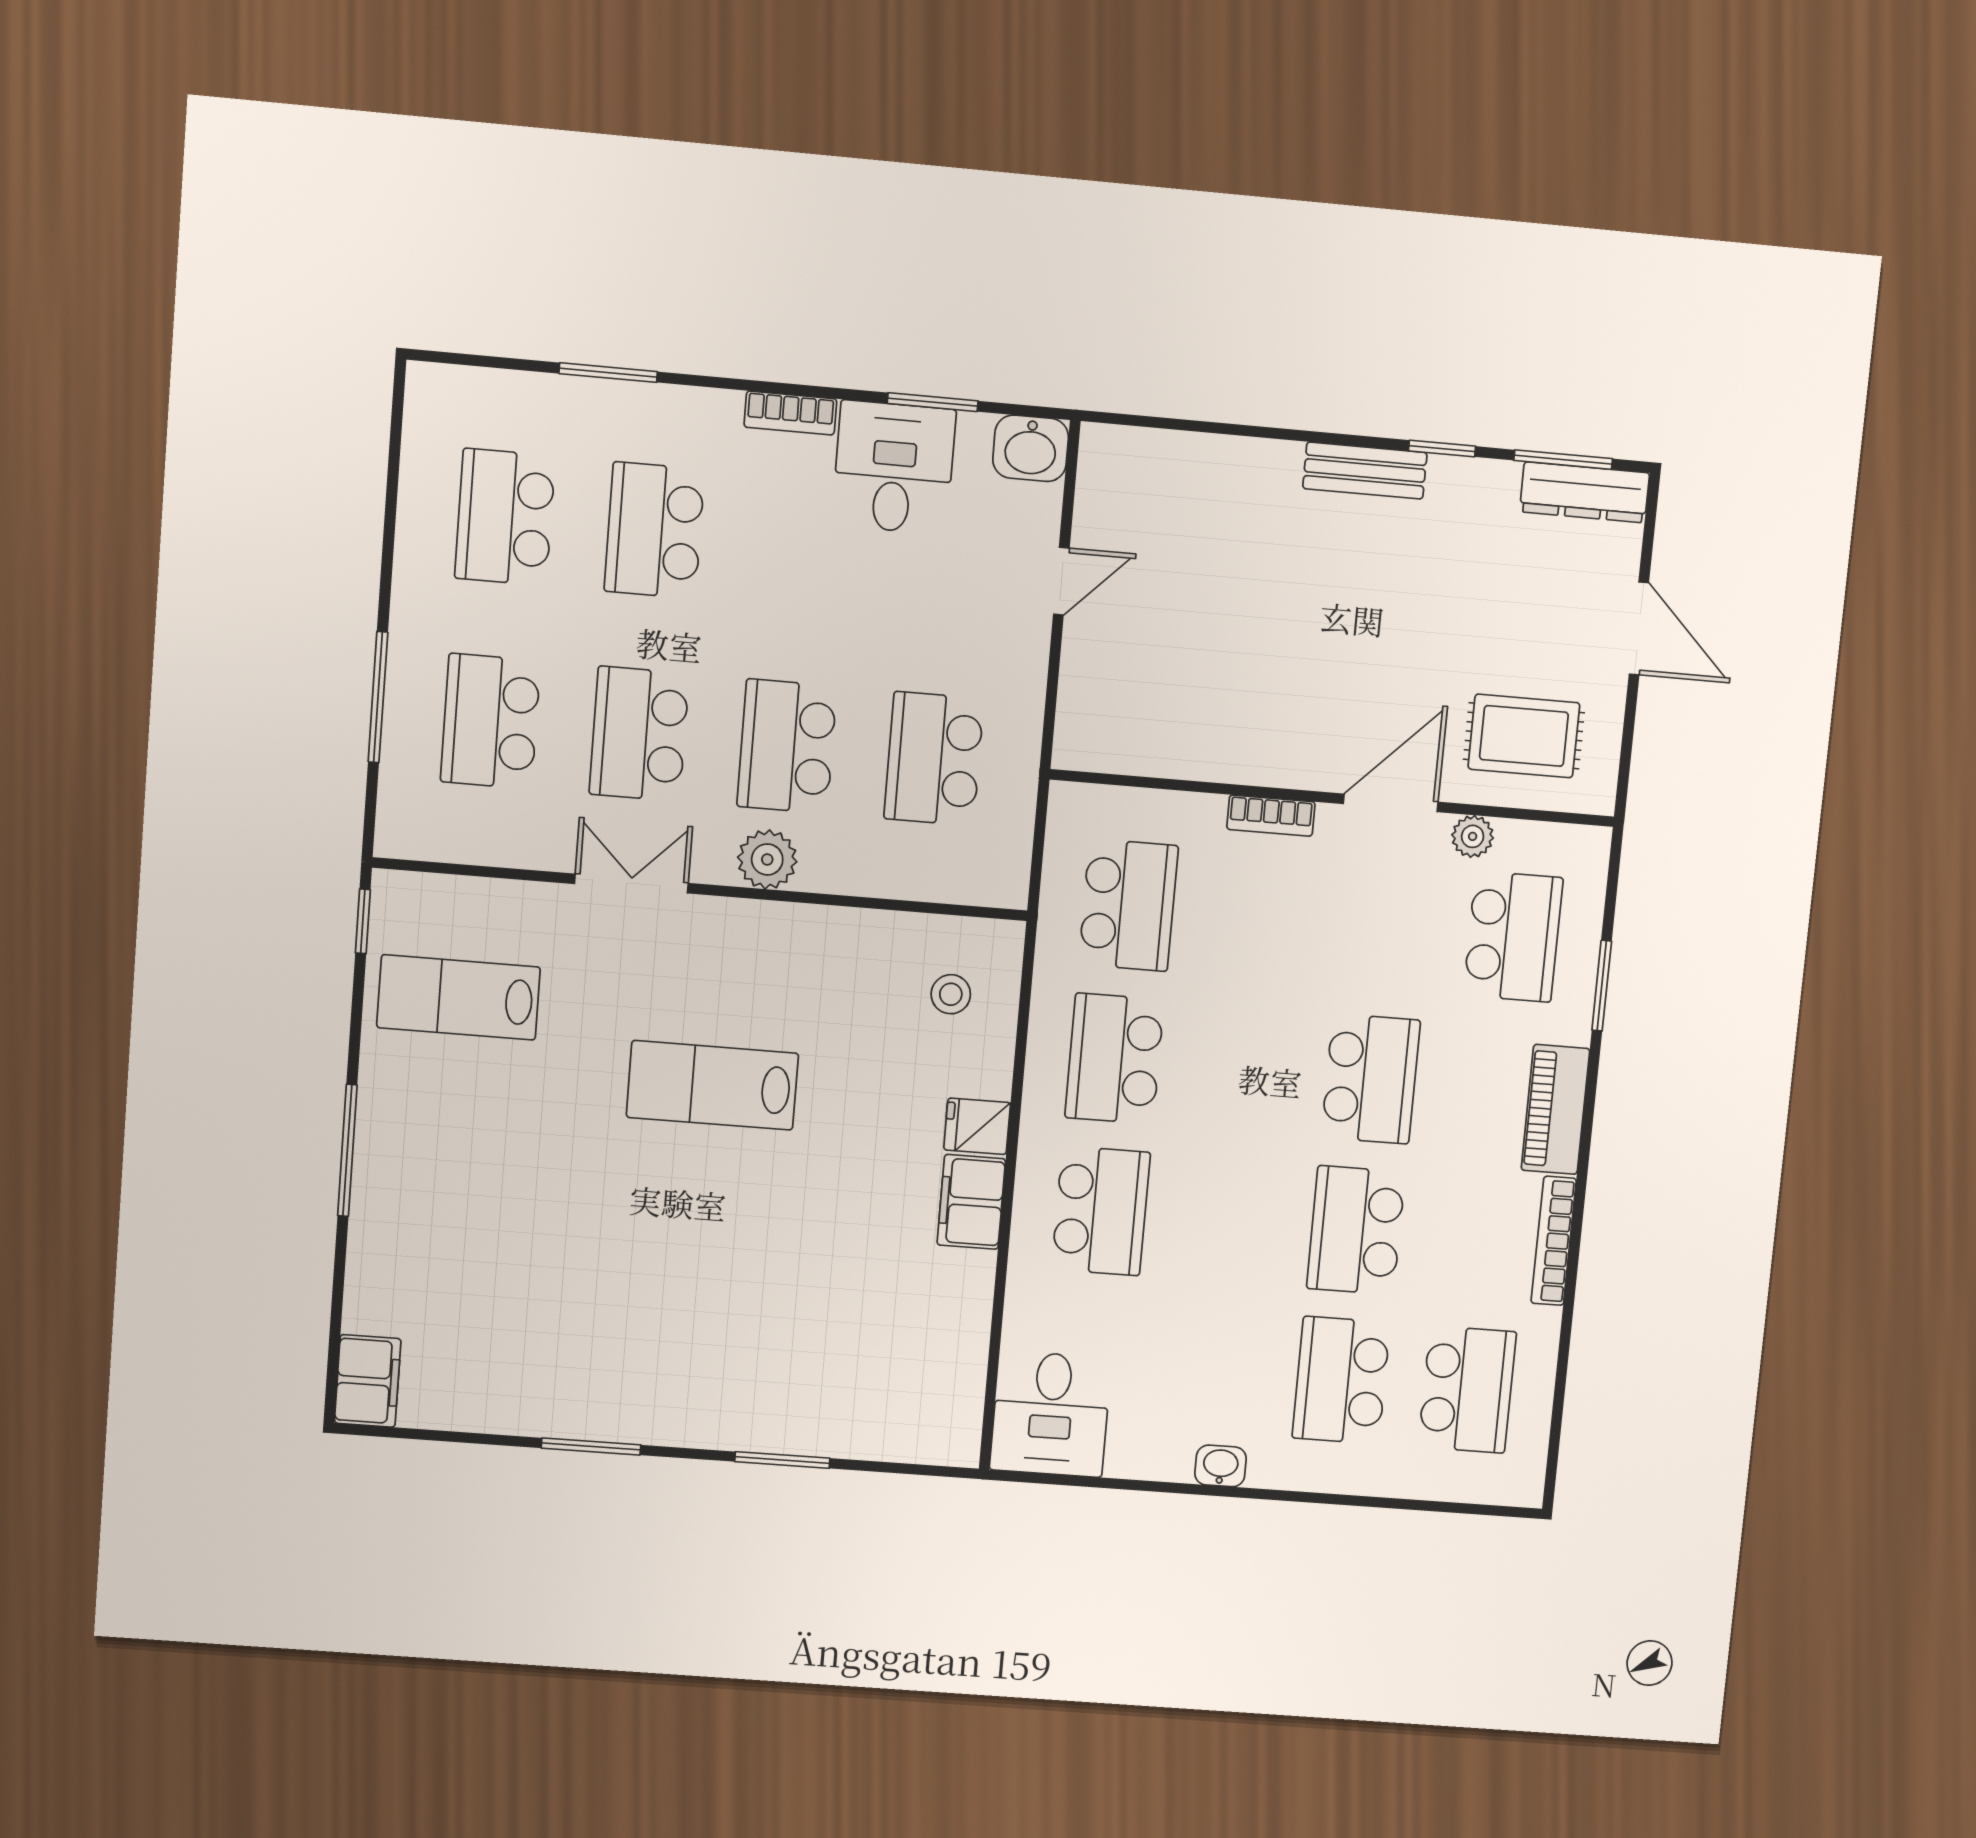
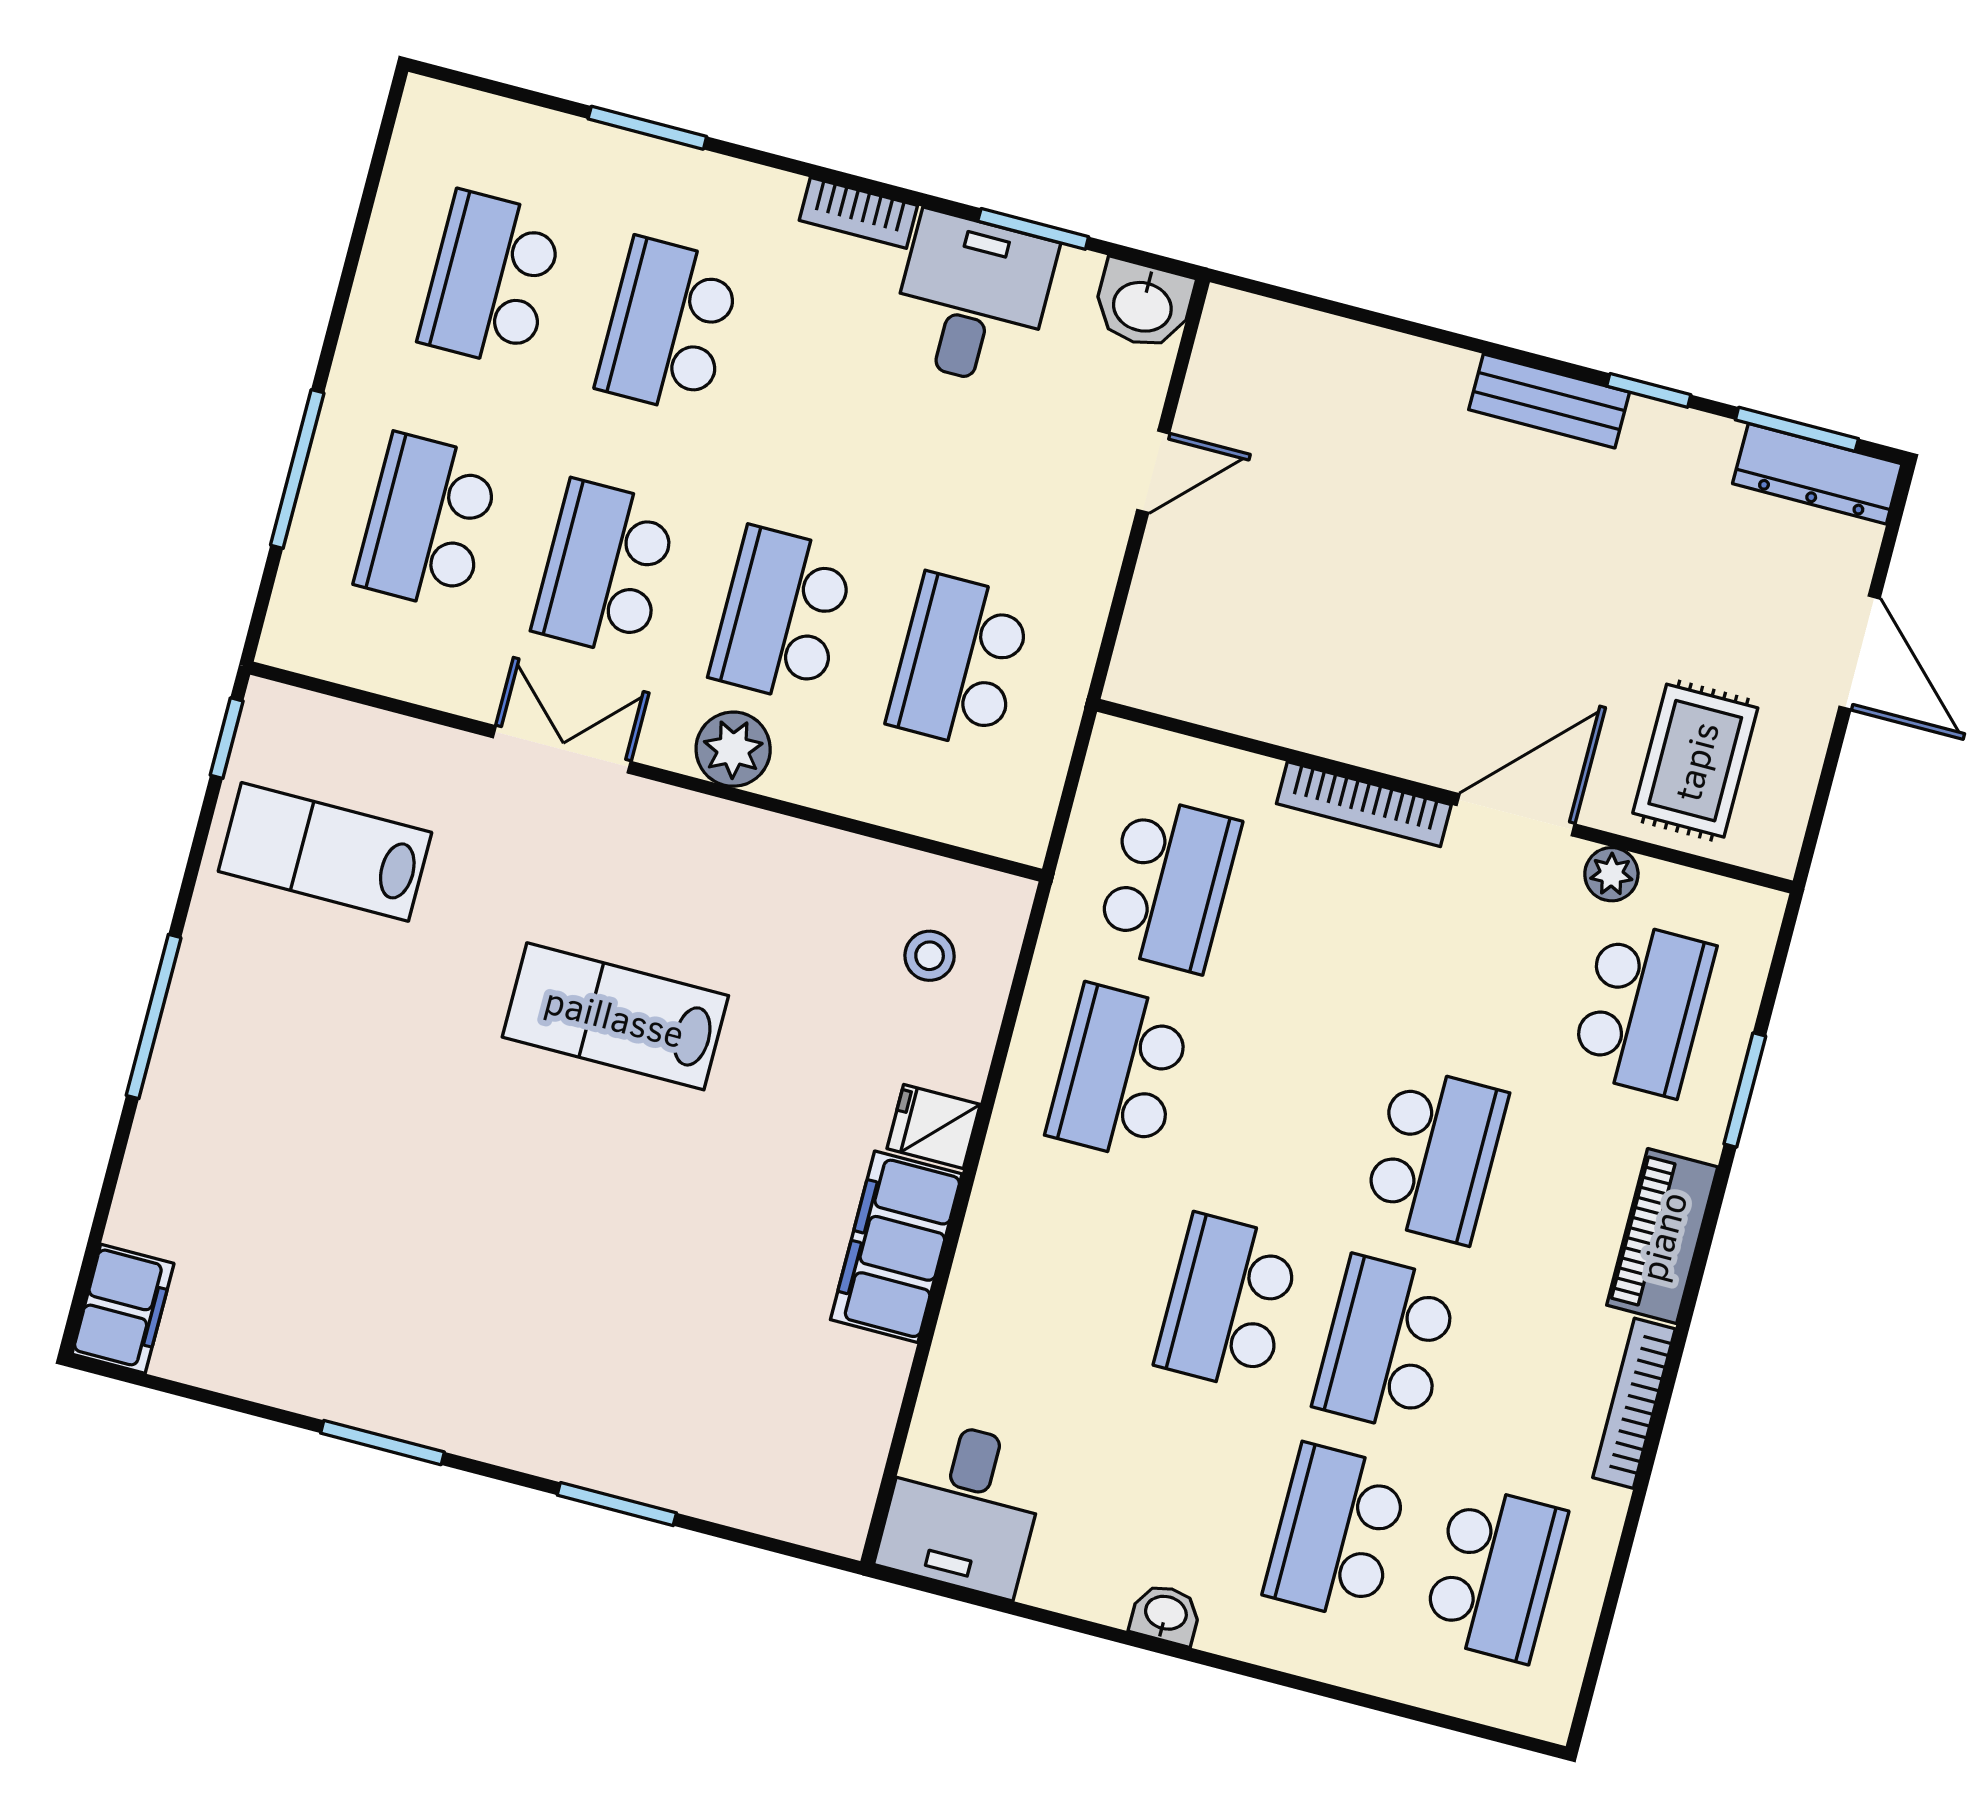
rug: (1524, 736) -> (1695, 761), turned 90
bookcase: (1271, 816) -> (1364, 804), width x1.56
filing cabinet: (971, 1202) -> (896, 1247), width x1.50, depth x1.17
school desk: (1101, 1211) -> (1228, 1302), moved, turned 180

